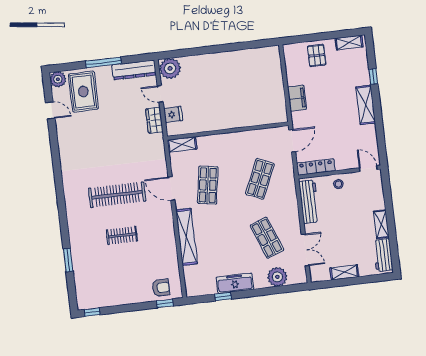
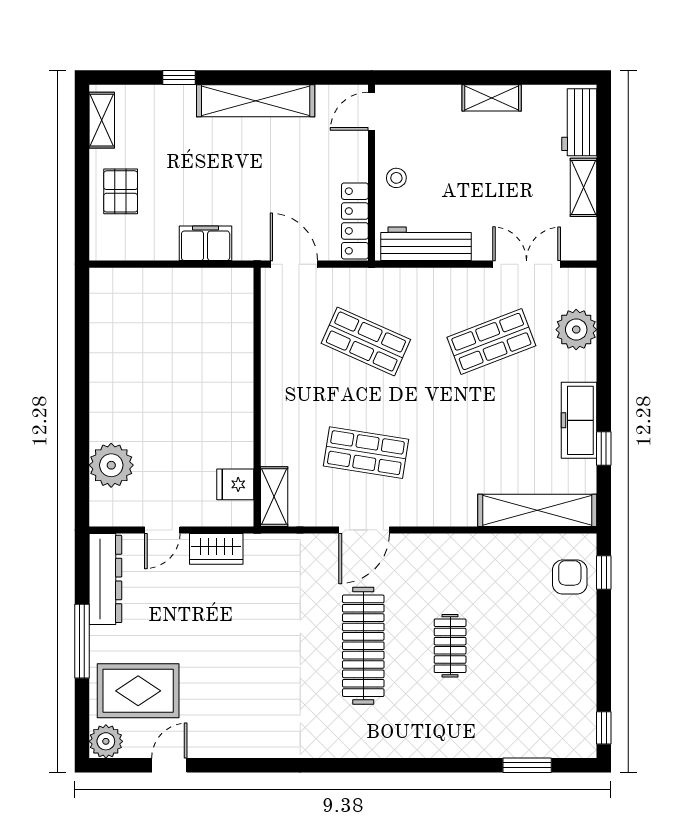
pallet: (317, 55) -> (121, 191), turned 90
plant: (170, 68) -> (111, 465), moved
shelving: (366, 105) -> (256, 101), width x1.47
fridge: (173, 114) -> (235, 484), moved, turned -90
shelving: (187, 237) -> (537, 510), moved
workbench: (383, 255) -> (579, 122), moved, turned 90
window: (68, 260) -> (527, 765), moved

